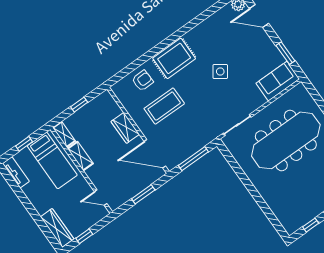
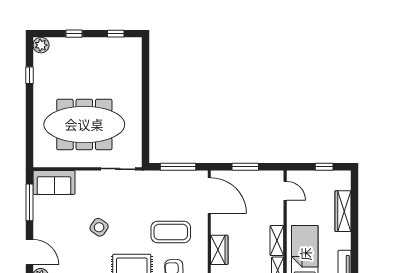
window: (285, 53) -> (30, 202), width x1.44
wardrobe: (125, 128) -> (219, 250), moved
wardrobe: (57, 228) -> (343, 211), moved

